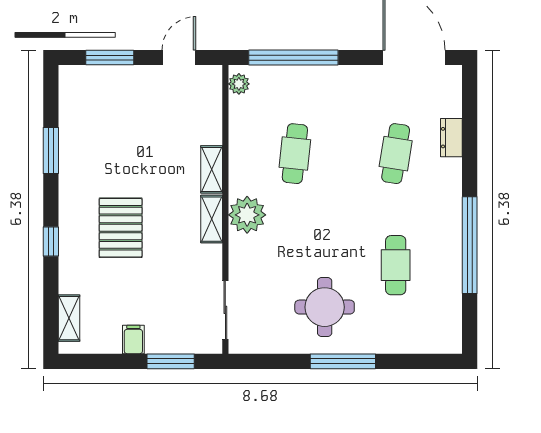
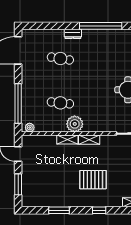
dresser: (451, 138) -> (73, 34), moved
plant: (247, 215) -> (75, 124), moved
cafe table: (396, 265) -> (110, 59), removed

